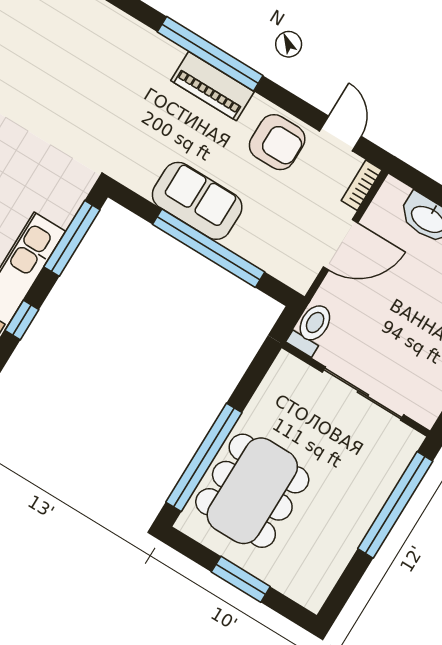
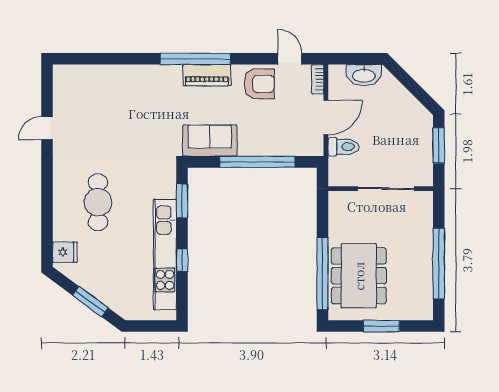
sofa: (197, 201) -> (210, 141), moved
window: (72, 238) -> (182, 201), width x0.69
toilet: (311, 328) -> (344, 147), moved, turned 90
window: (395, 505) -> (439, 264), moved

